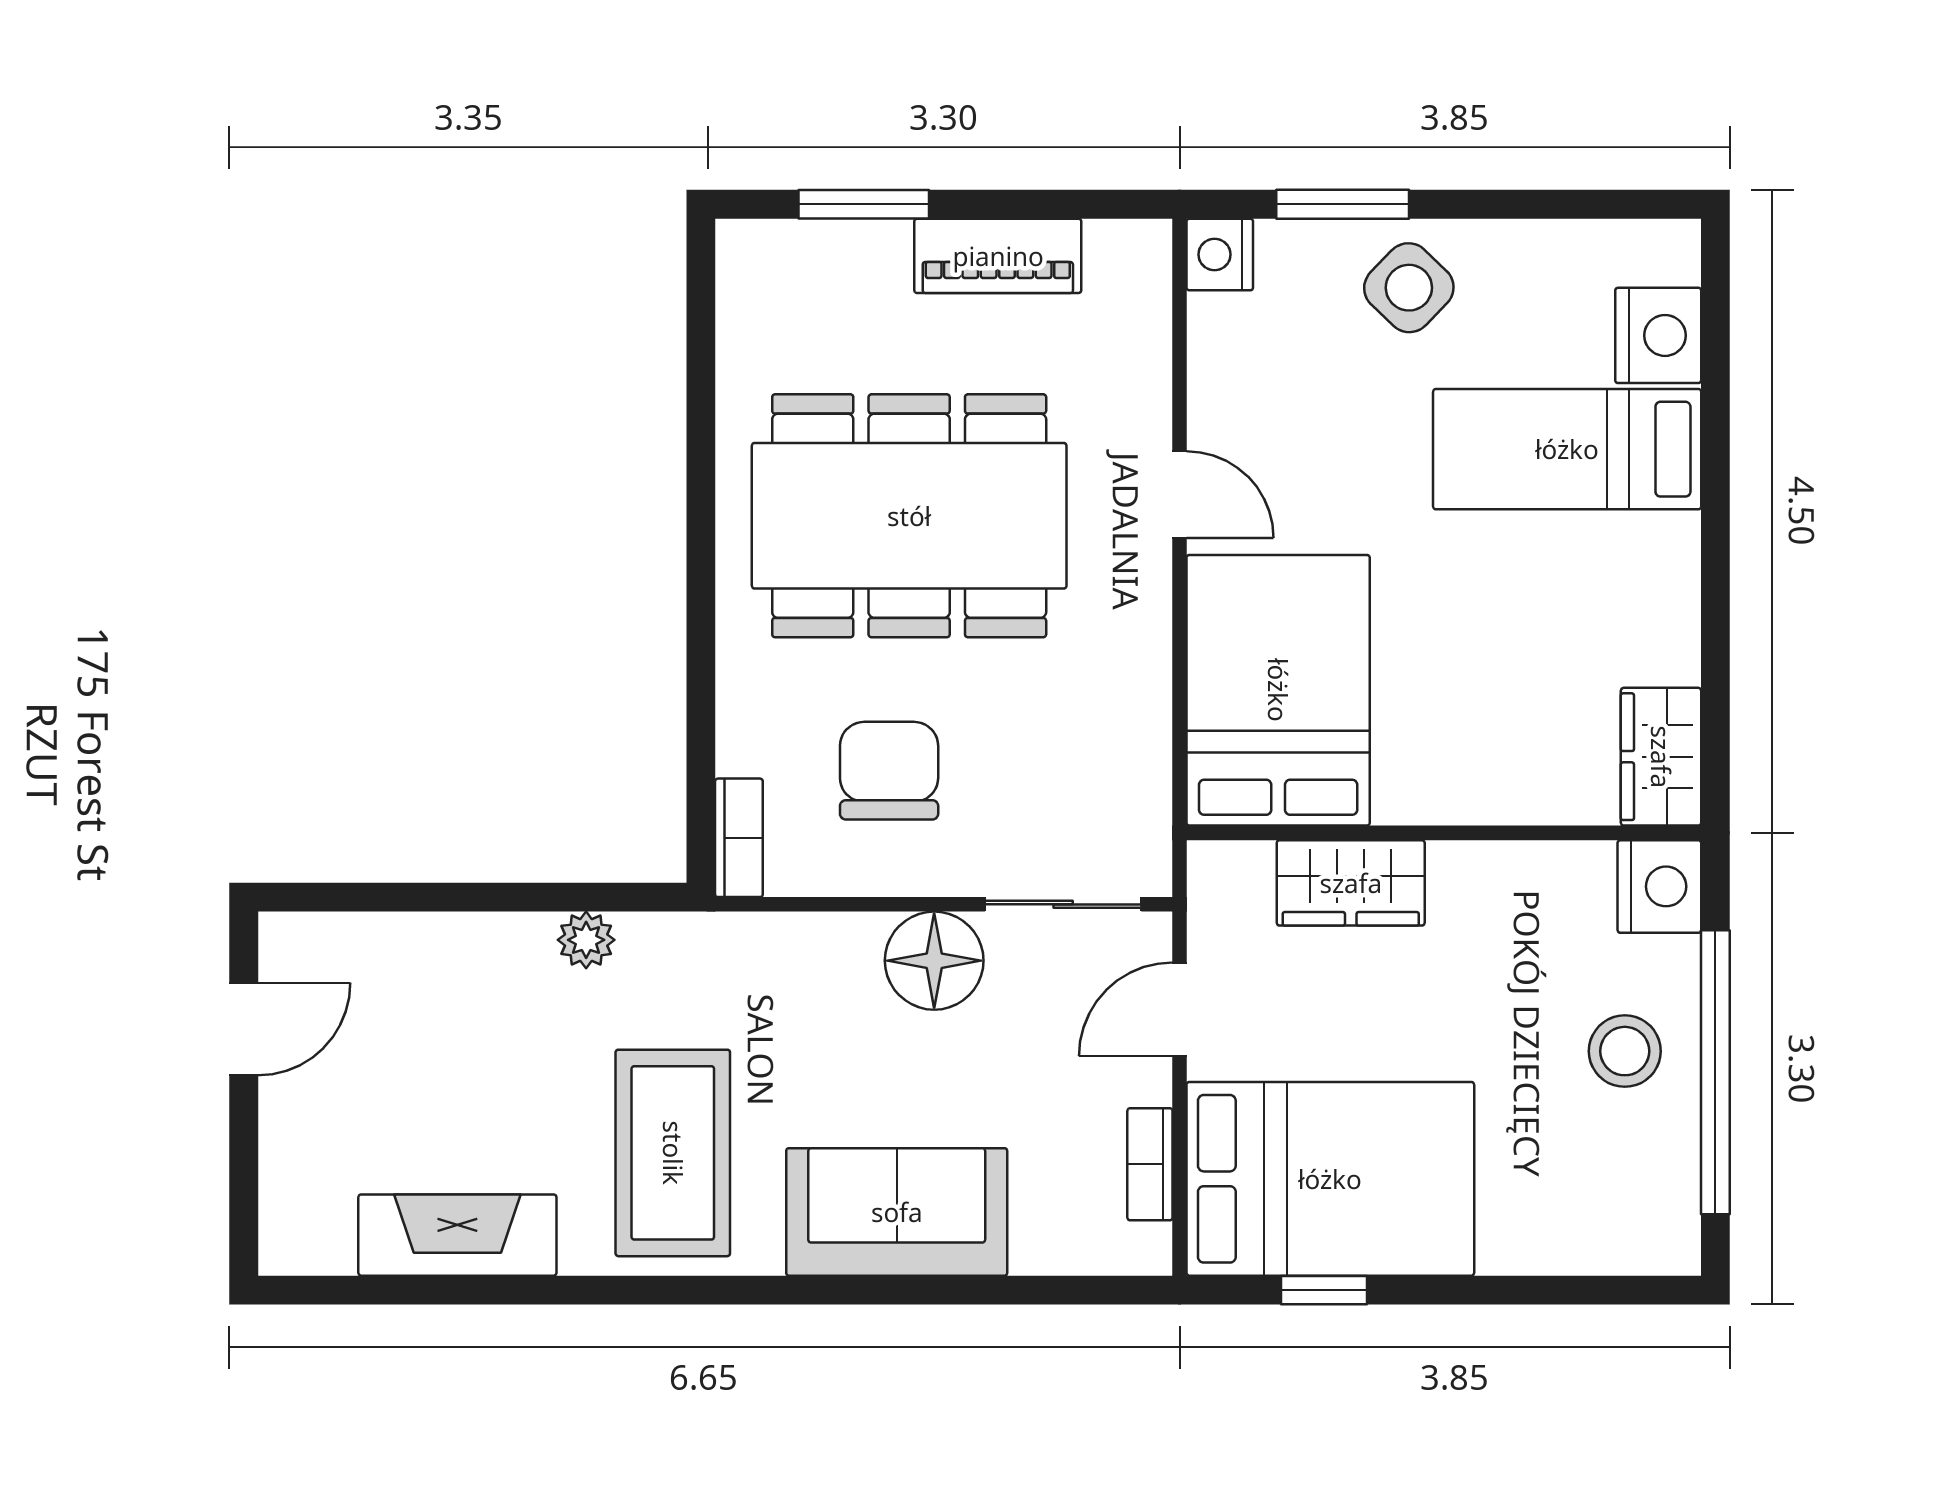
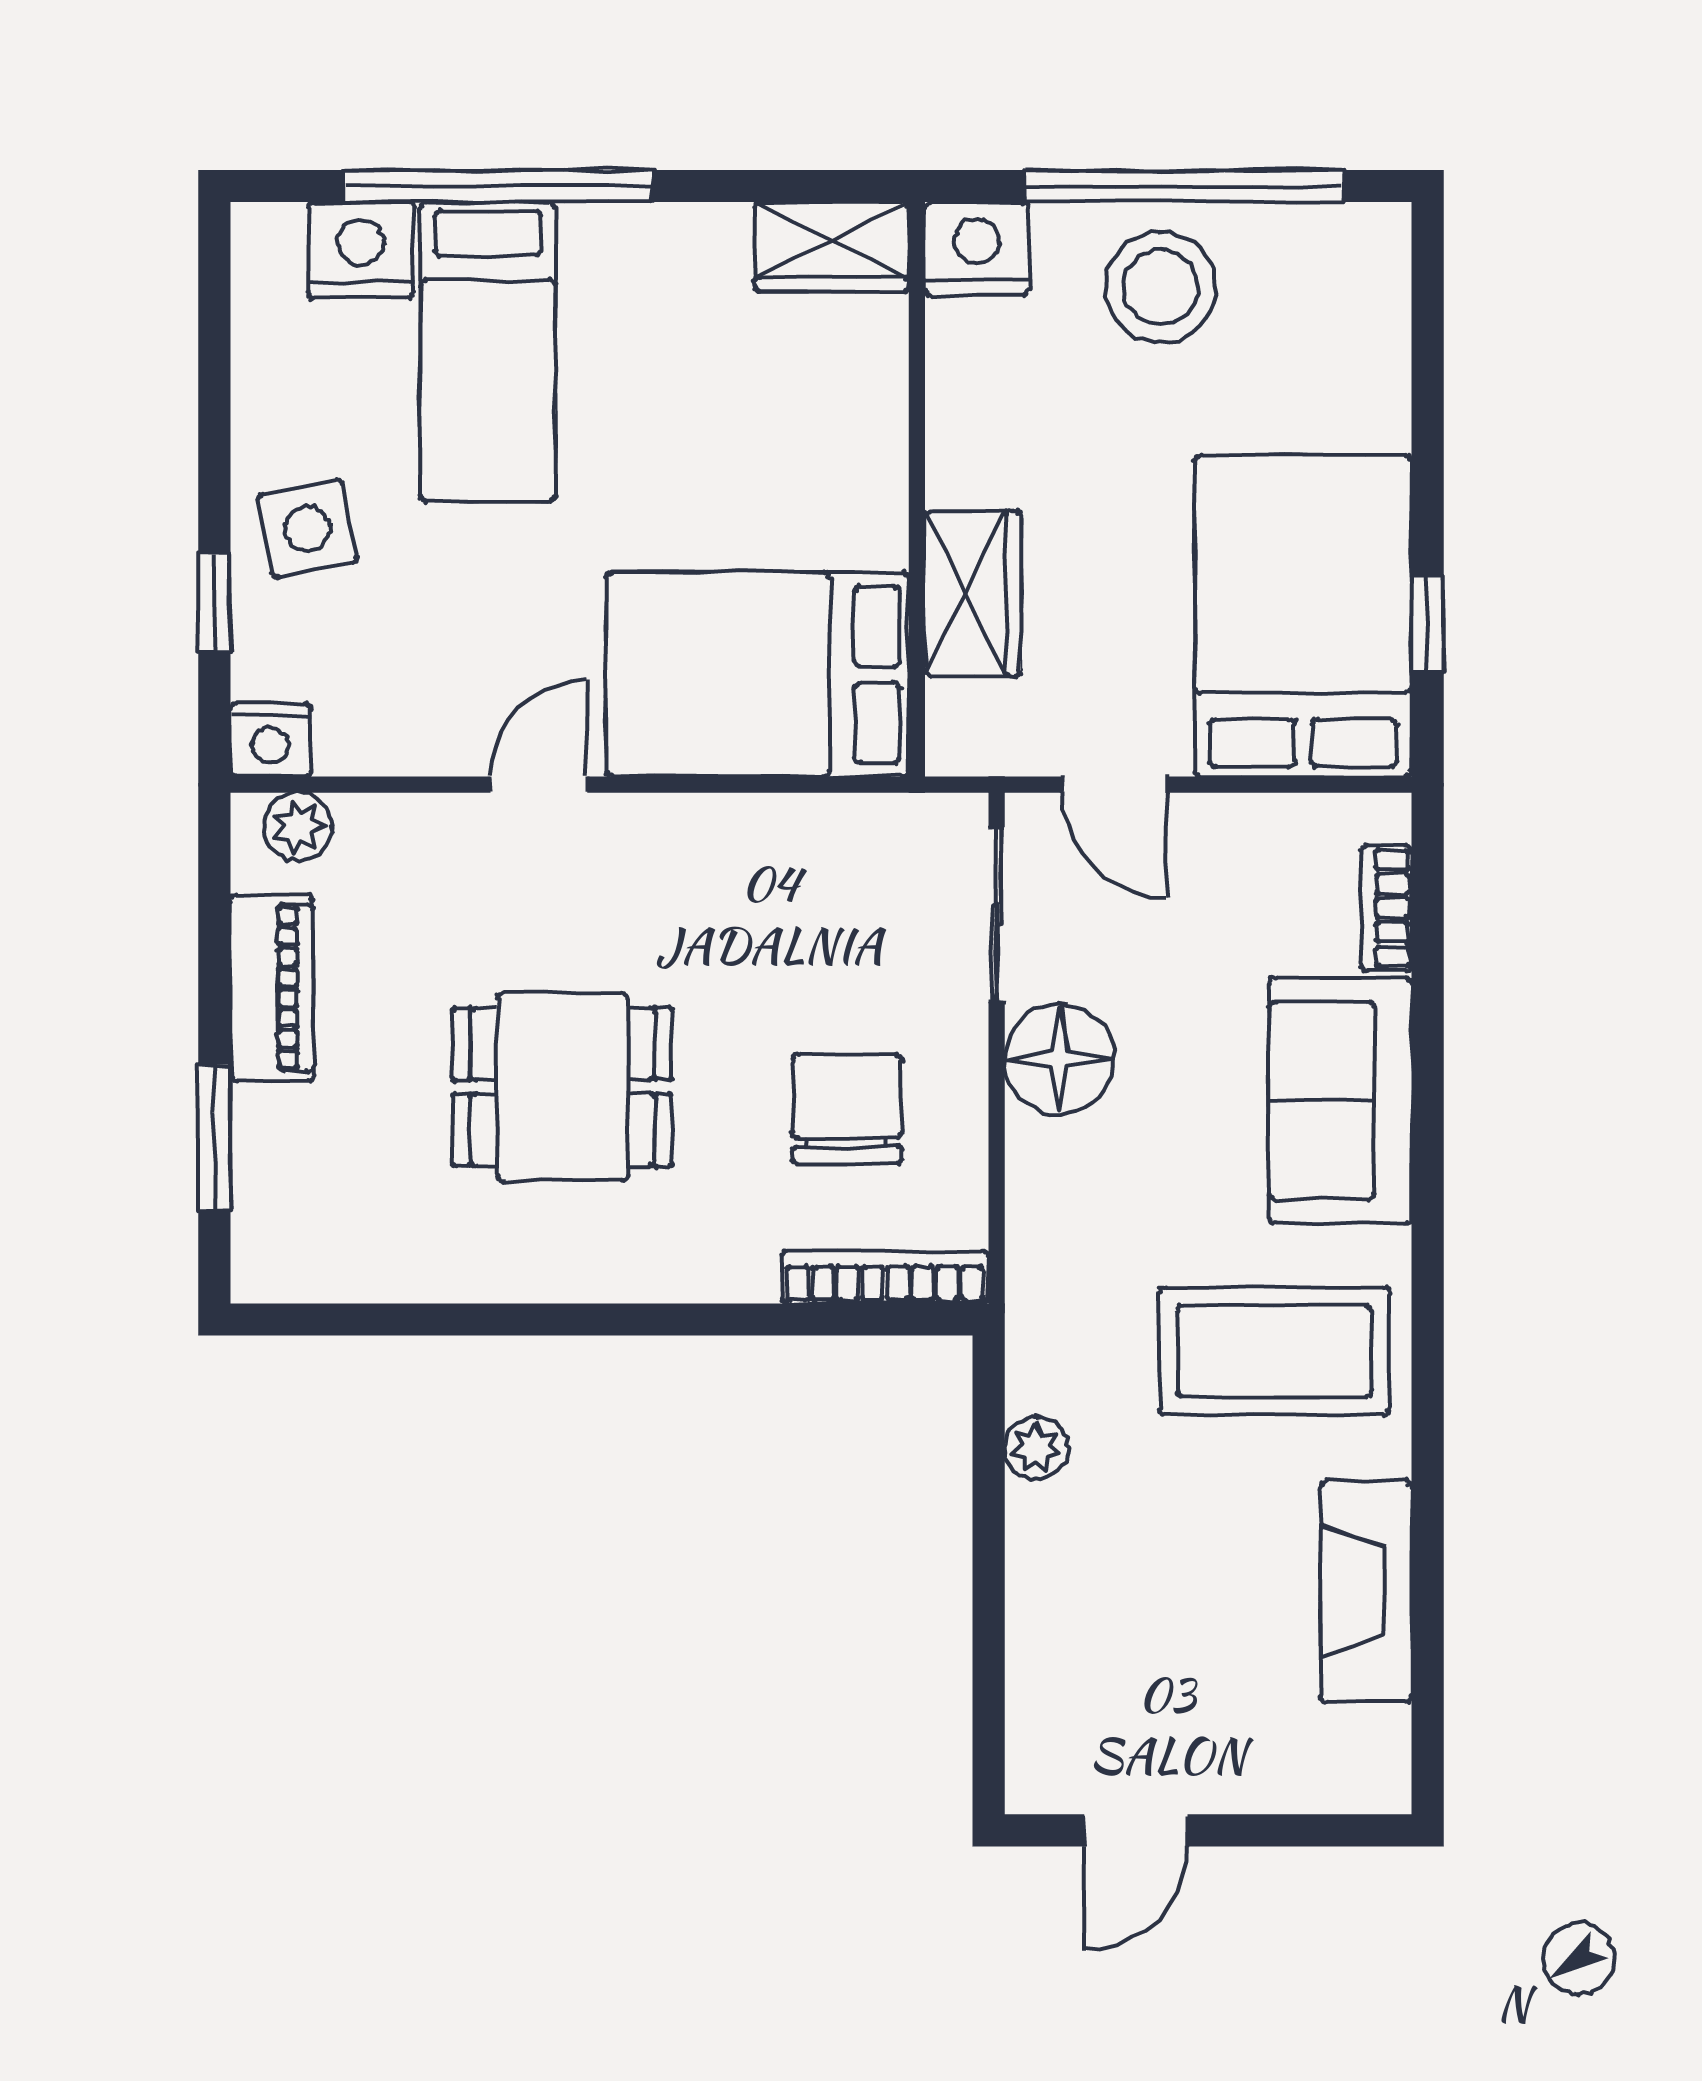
window: (1343, 204) -> (214, 602), width x0.67
plant: (1142, 279) -> (298, 826), added
side table: (1409, 288) -> (308, 528), turned 35
window: (1715, 458) -> (498, 186), added
dining table: (909, 516) -> (562, 1087), width x0.53, depth x0.80
chair: (889, 771) -> (847, 1109), turned 90
bookcase: (739, 838) -> (885, 1277), width x1.56
door: (244, 1029) -> (1136, 1830), swing flipped
stool: (1625, 1051) -> (1161, 287), width x1.38, depth x1.38
bookcase: (1150, 1164) -> (1387, 908), moved, turned 90

